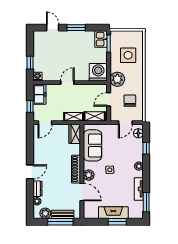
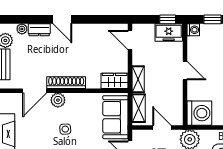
window: (30, 106) -> (168, 19), moved
sofa: (93, 145) -> (115, 117), moved, turned 90

